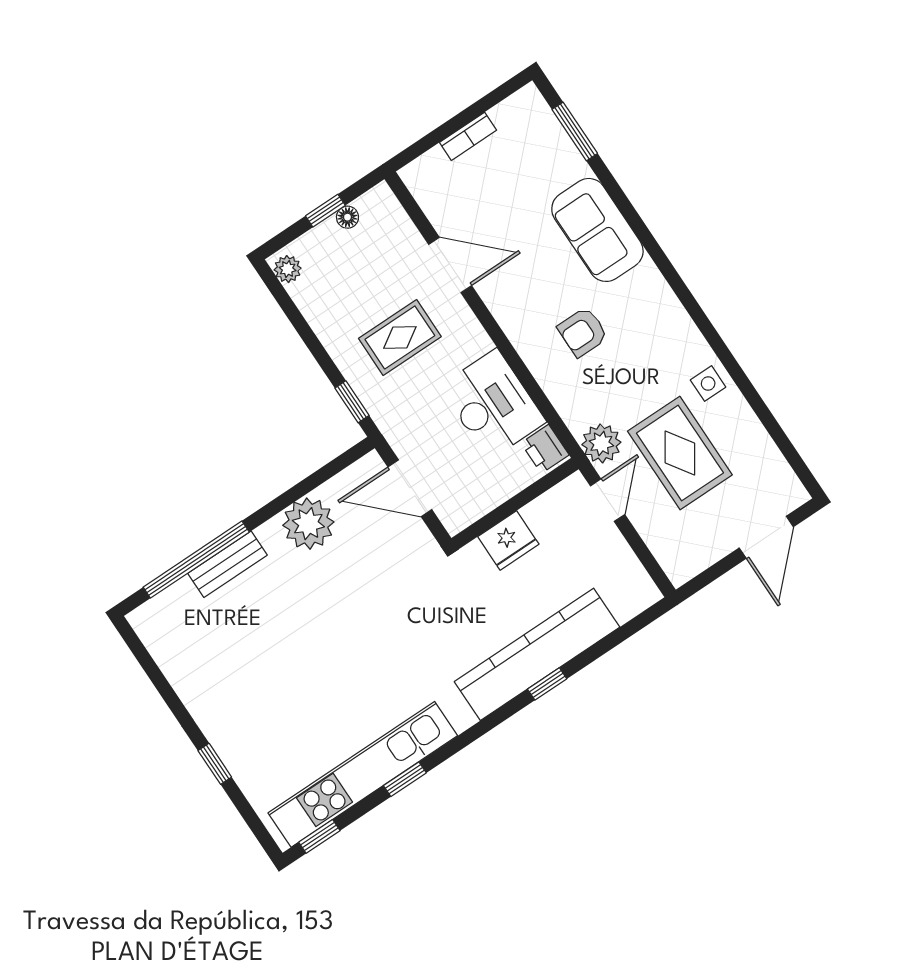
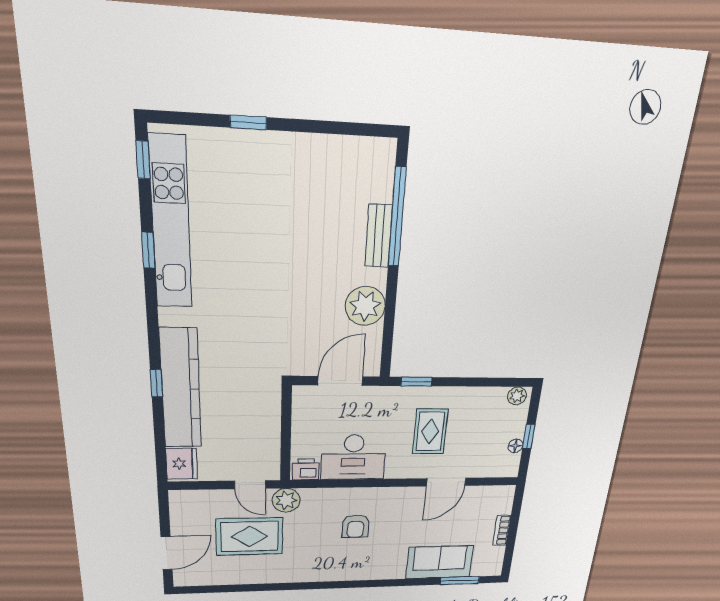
sofa: (597, 230) -> (439, 562), moved
armchair: (583, 332) -> (356, 526), turned 180
side table: (708, 384) -> (278, 571), removed
door: (766, 537) -> (167, 553), swing flipped
fridge: (508, 540) -> (182, 464), moved, turned 180

